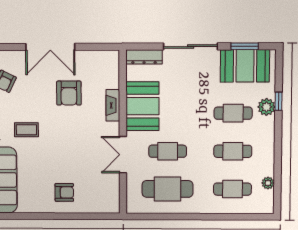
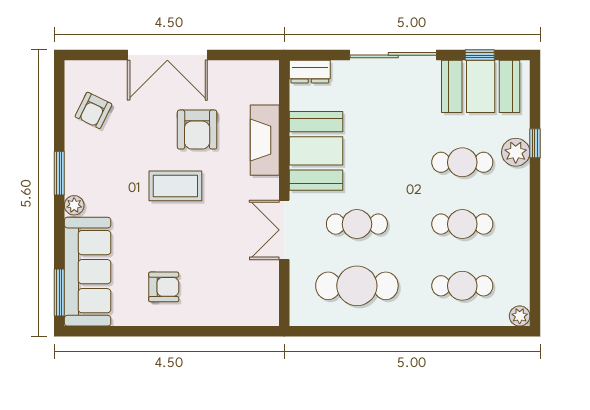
window: (245, 46) -> (480, 55), width x0.67
dresser: (144, 57) -> (310, 72), width x0.70
fireplace: (113, 105) -> (265, 140), width x1.37, depth x1.32
coffee table: (26, 130) -> (175, 186), moved, width x1.36, depth x1.30
plant: (268, 183) -> (520, 316), moved
armchair: (64, 192) -> (164, 287), moved

